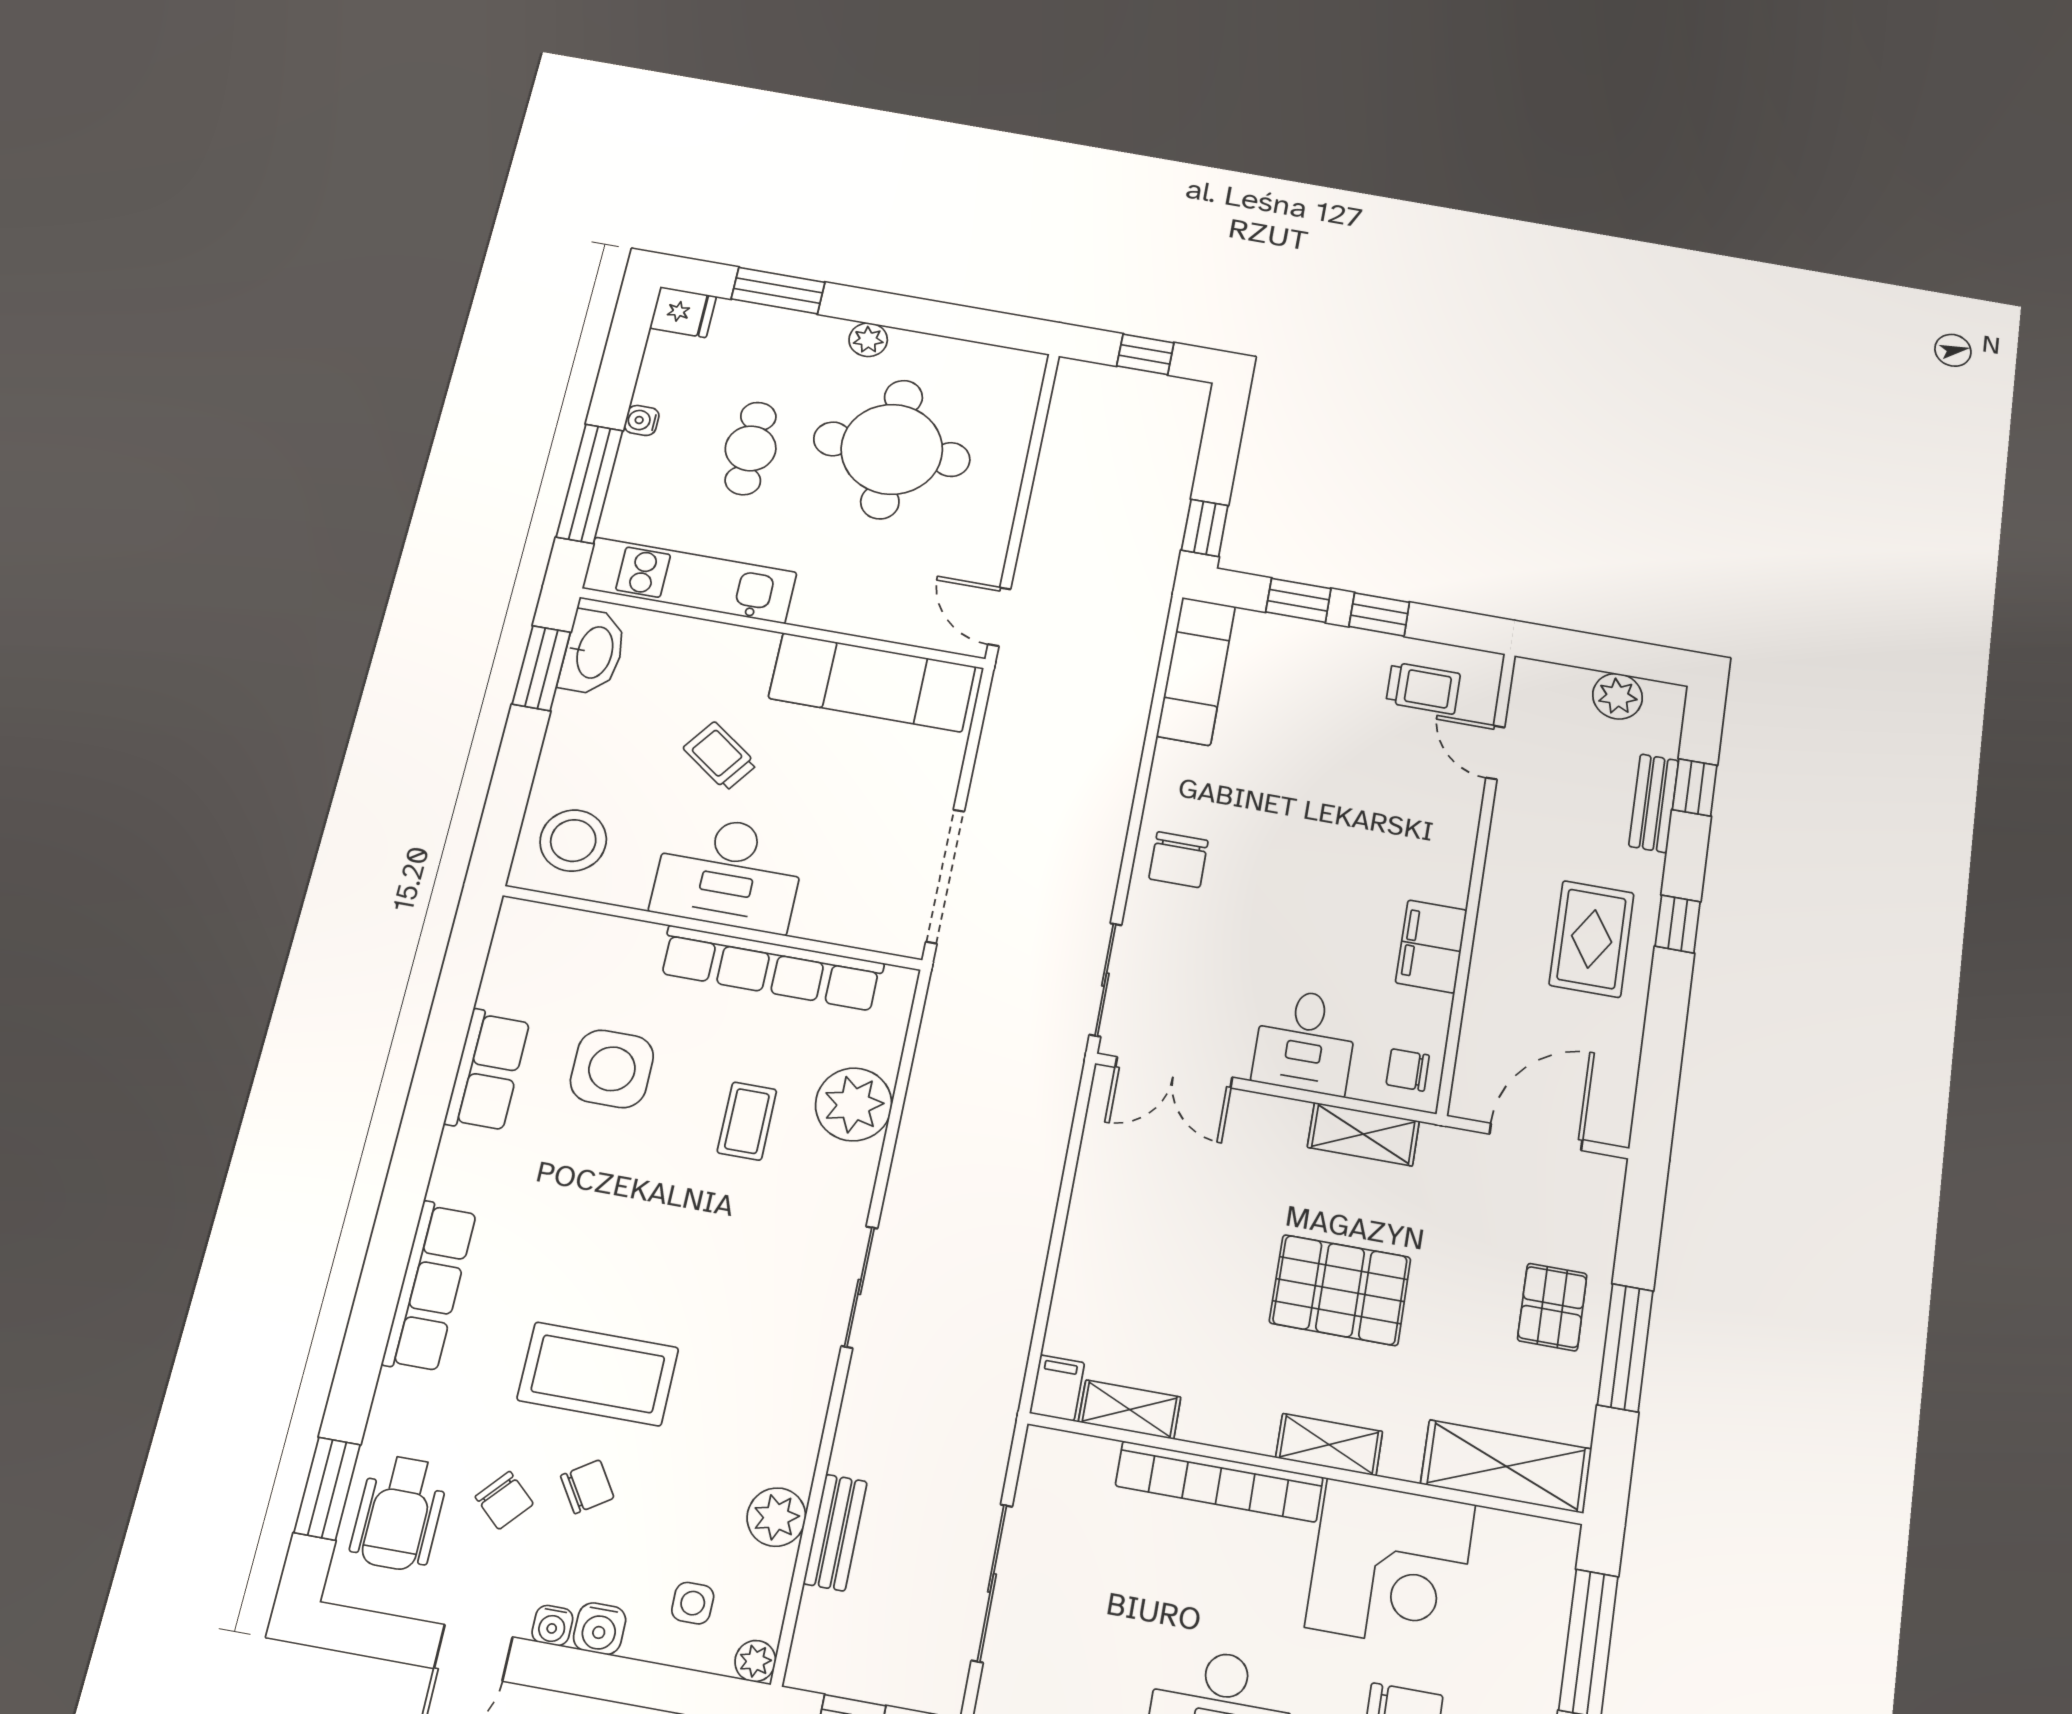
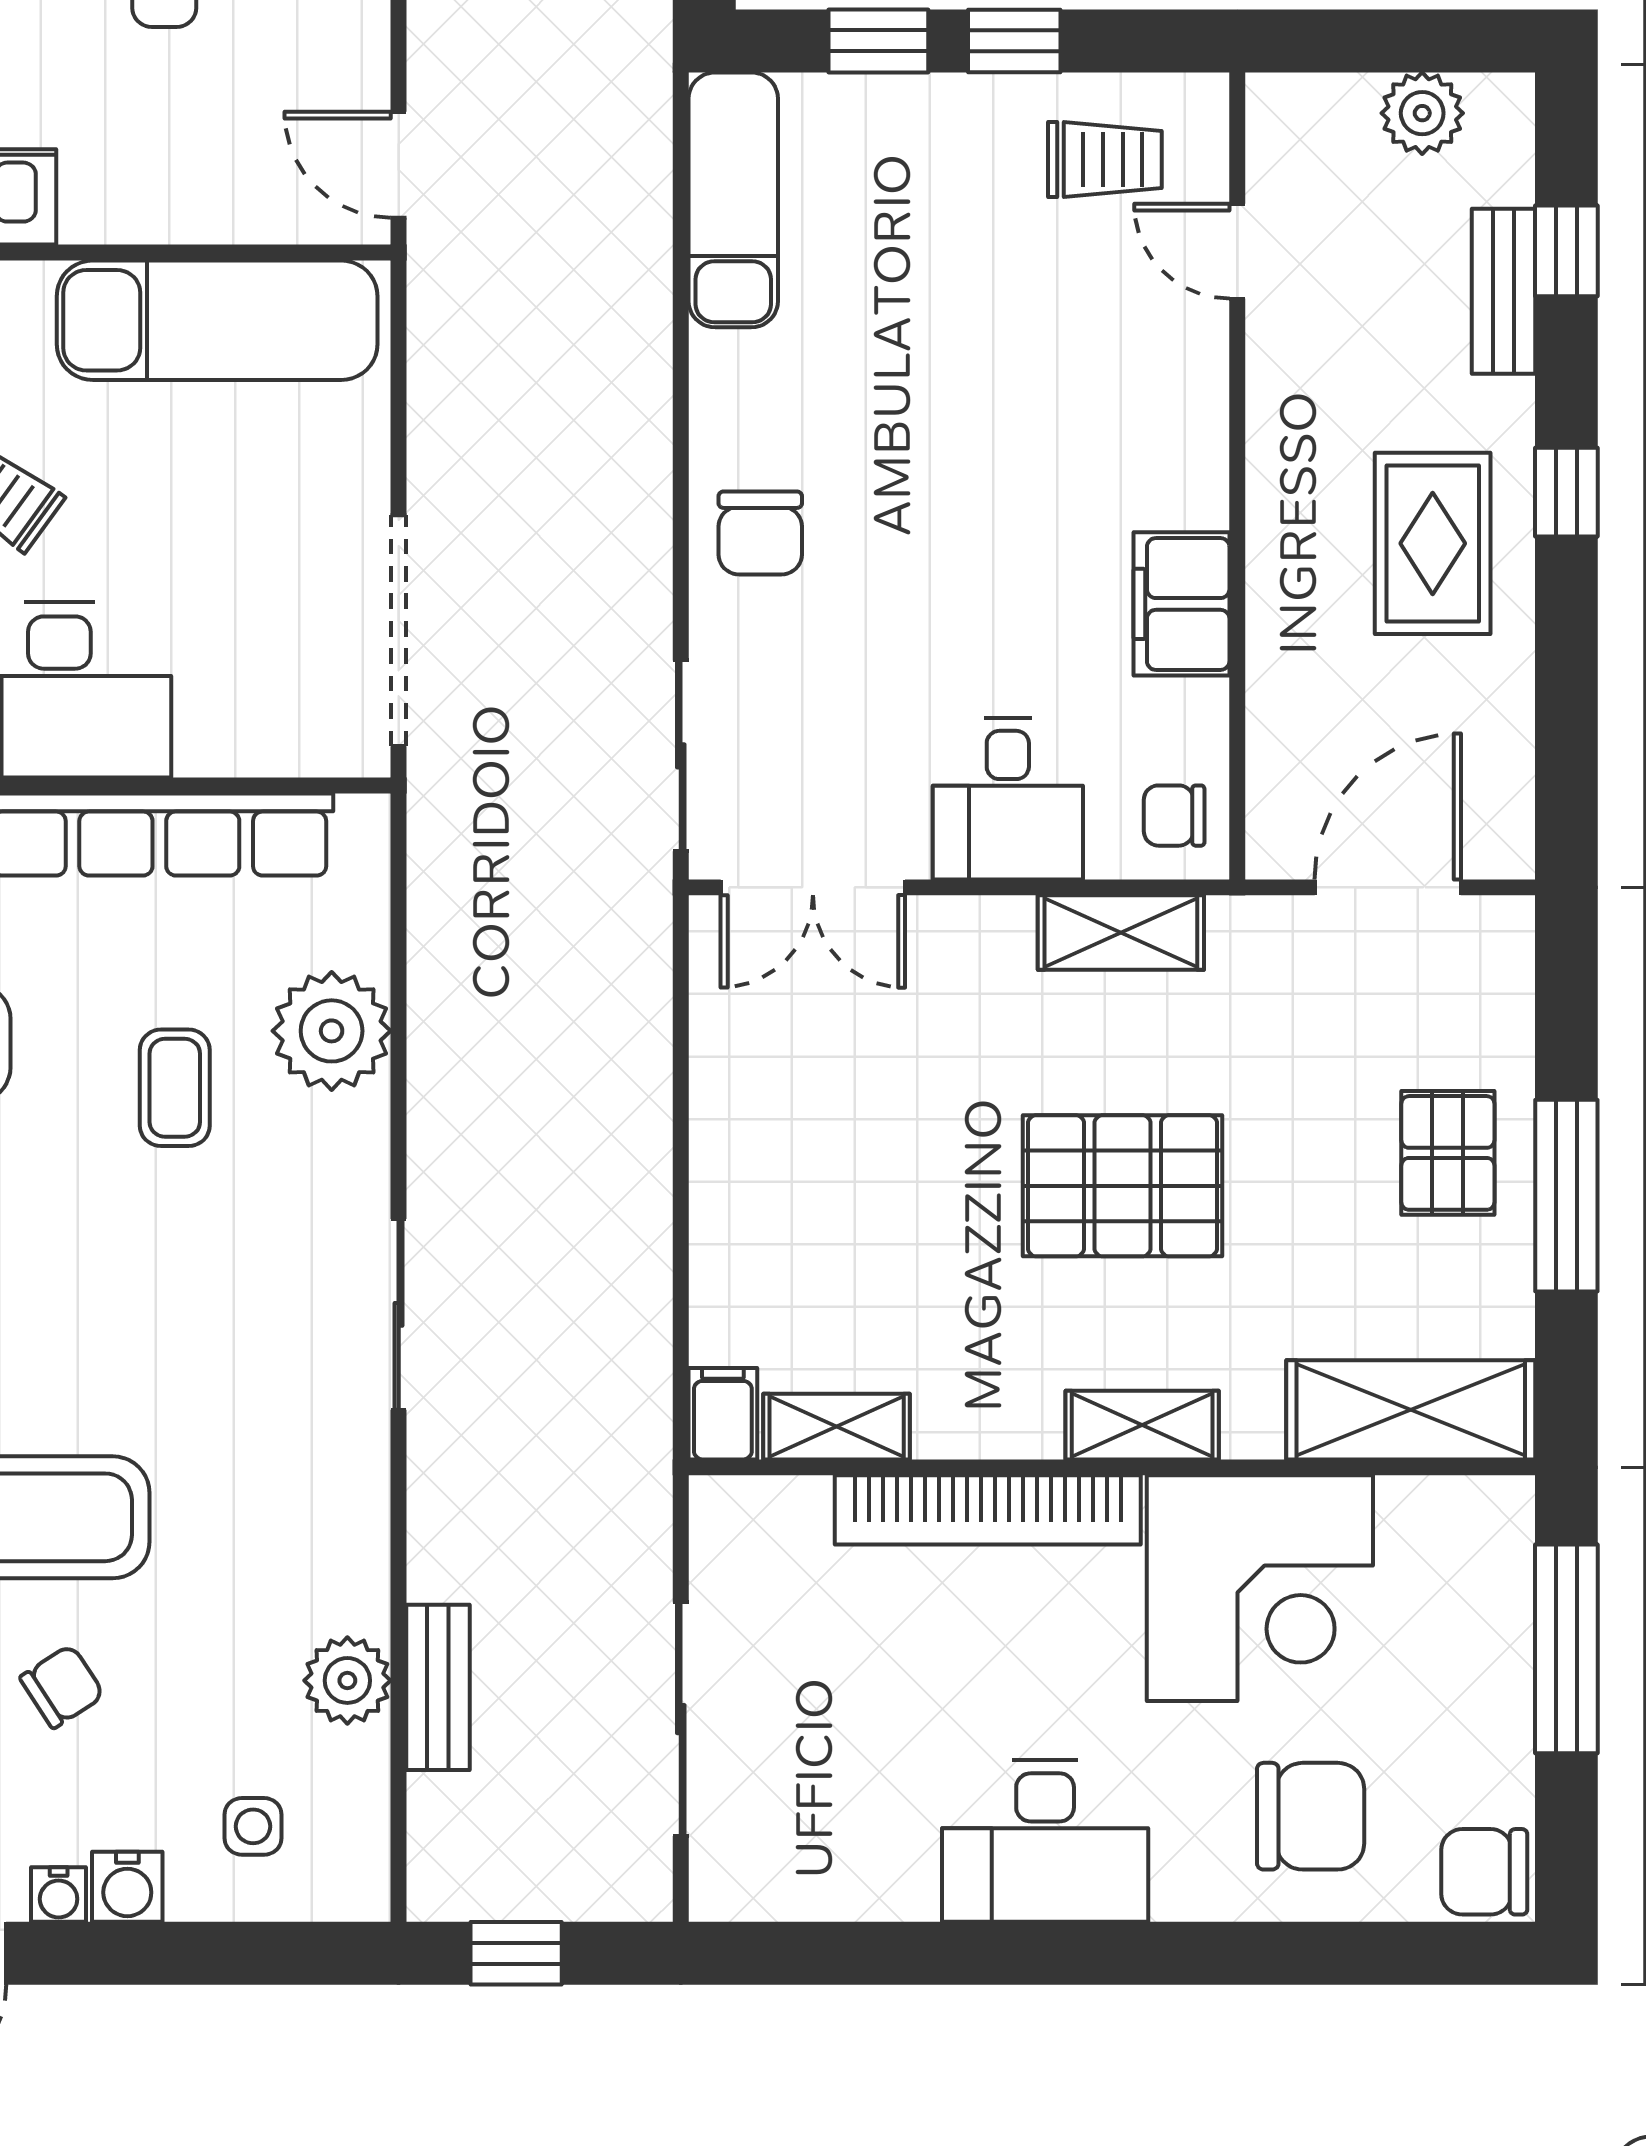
plant: (755, 1661) -> (361, 1892), removed

